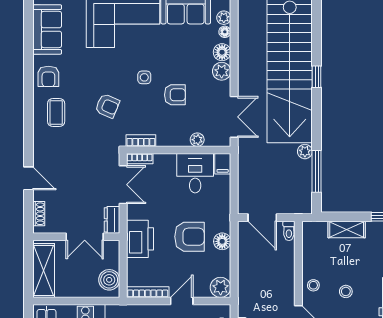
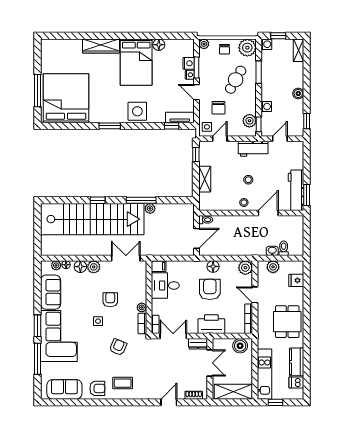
plant: (197, 140) -> (142, 307), moved
window: (317, 171) -> (141, 200), moved

